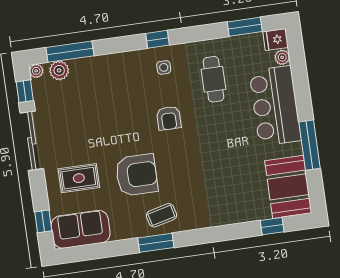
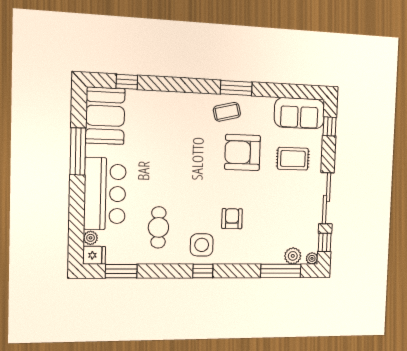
side table: (164, 67) -> (202, 245), width x1.87, depth x1.87
armchair: (169, 118) -> (232, 219), moved

